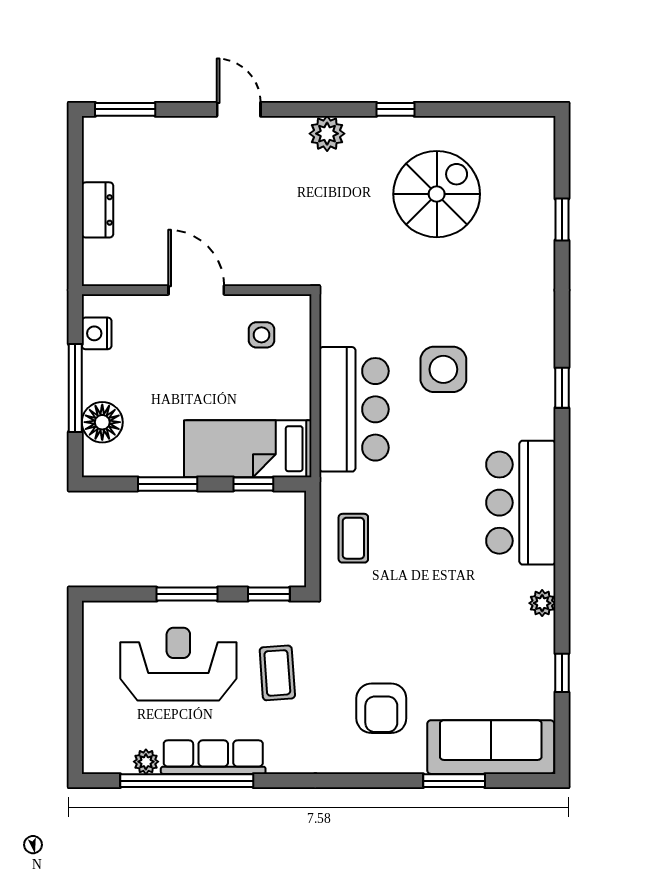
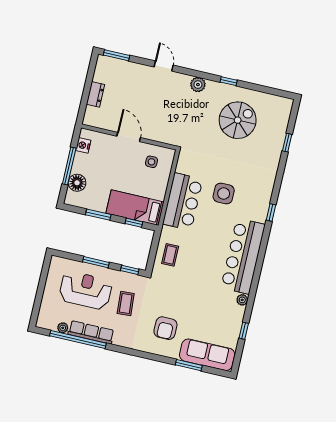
bar counter: (521, 503) -> (243, 256), width x1.36

